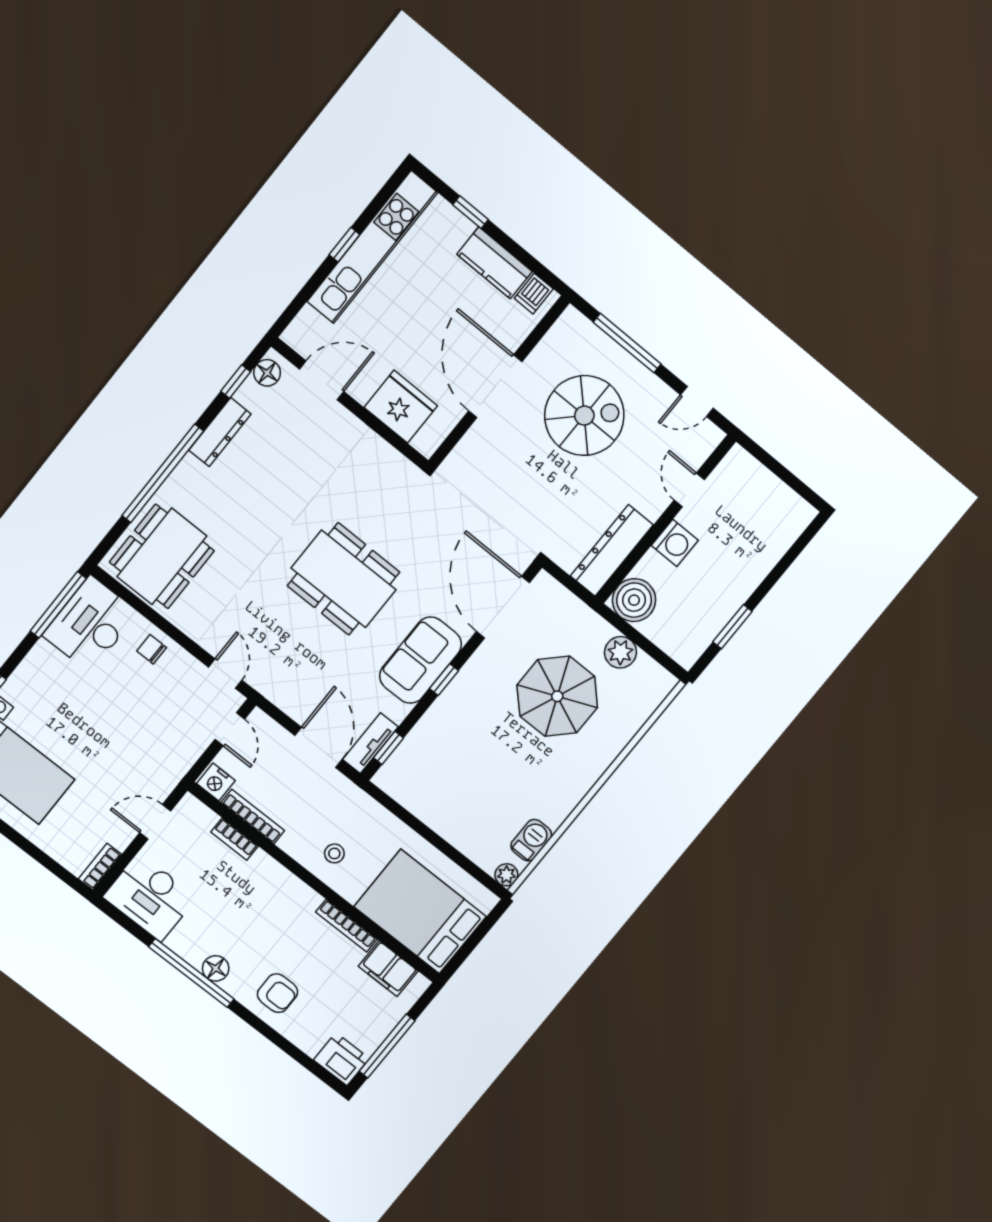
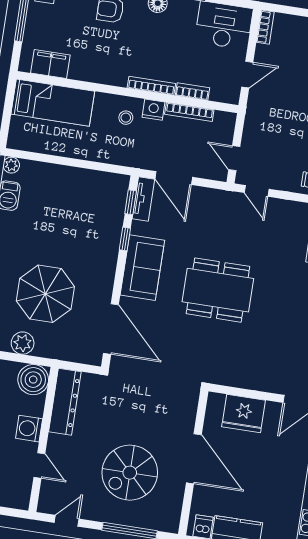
window: (444, 680) -> (125, 239), moved
nightstand: (216, 782) -> (153, 110), moved
bed: (420, 912) -> (53, 103), width x0.67
bookcase: (346, 926) -> (151, 86), moved

